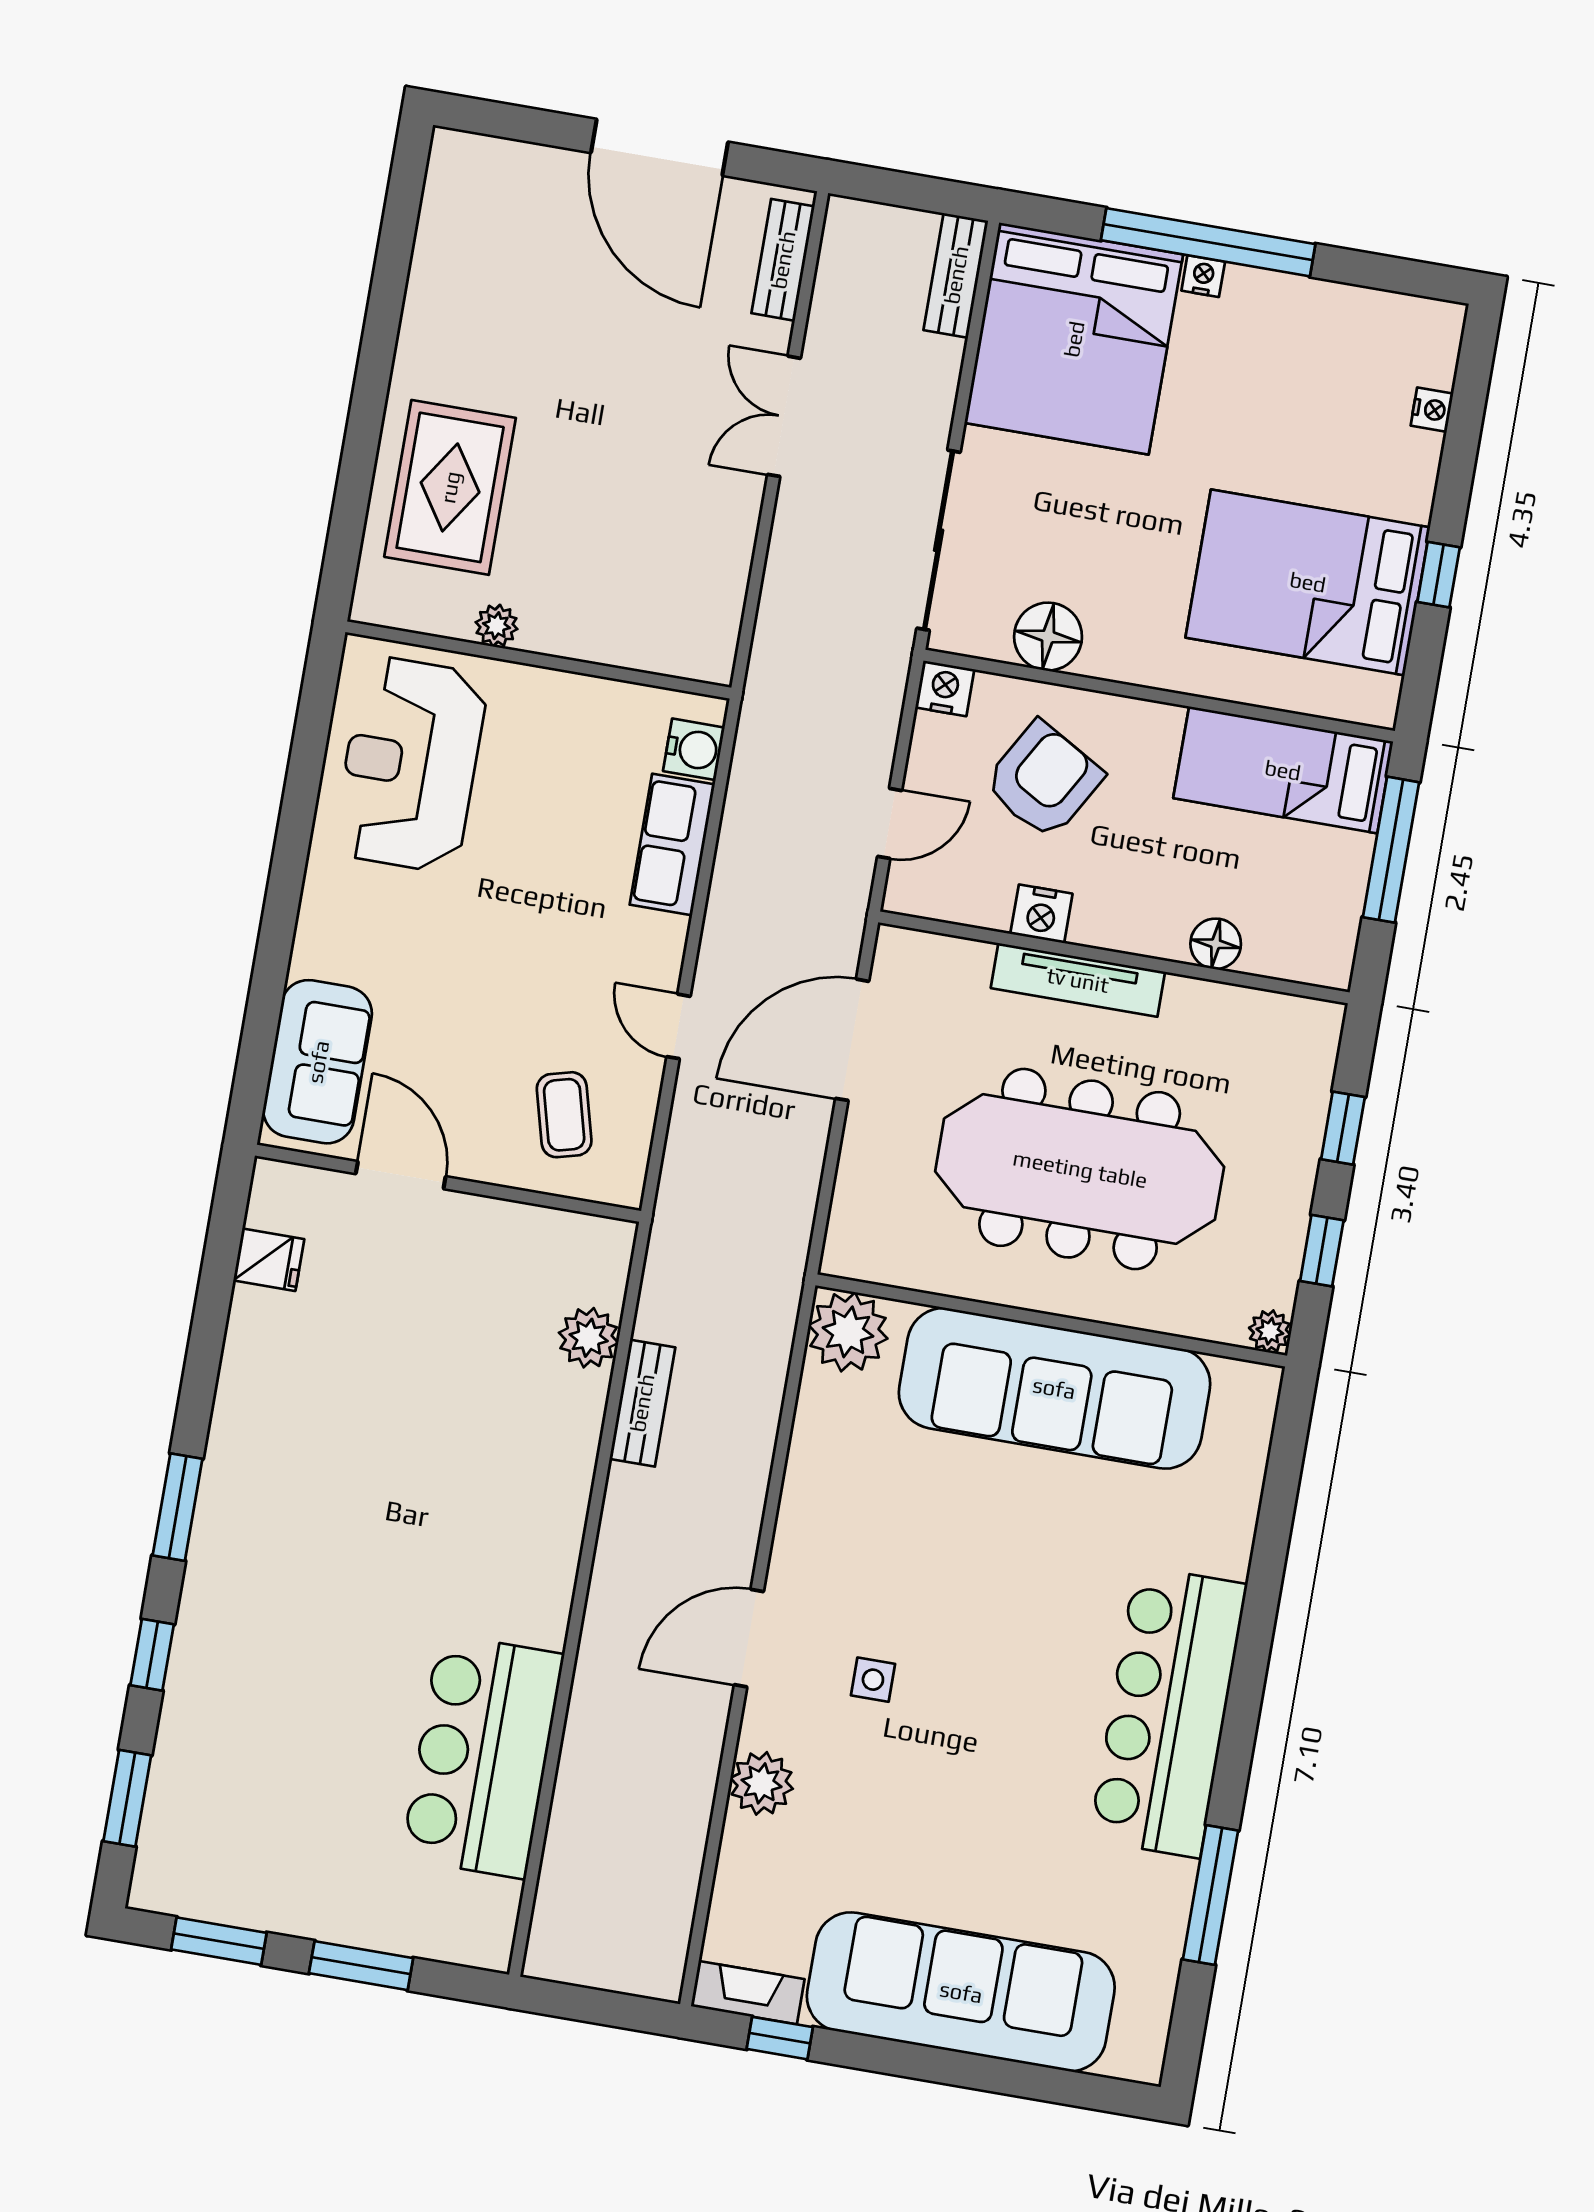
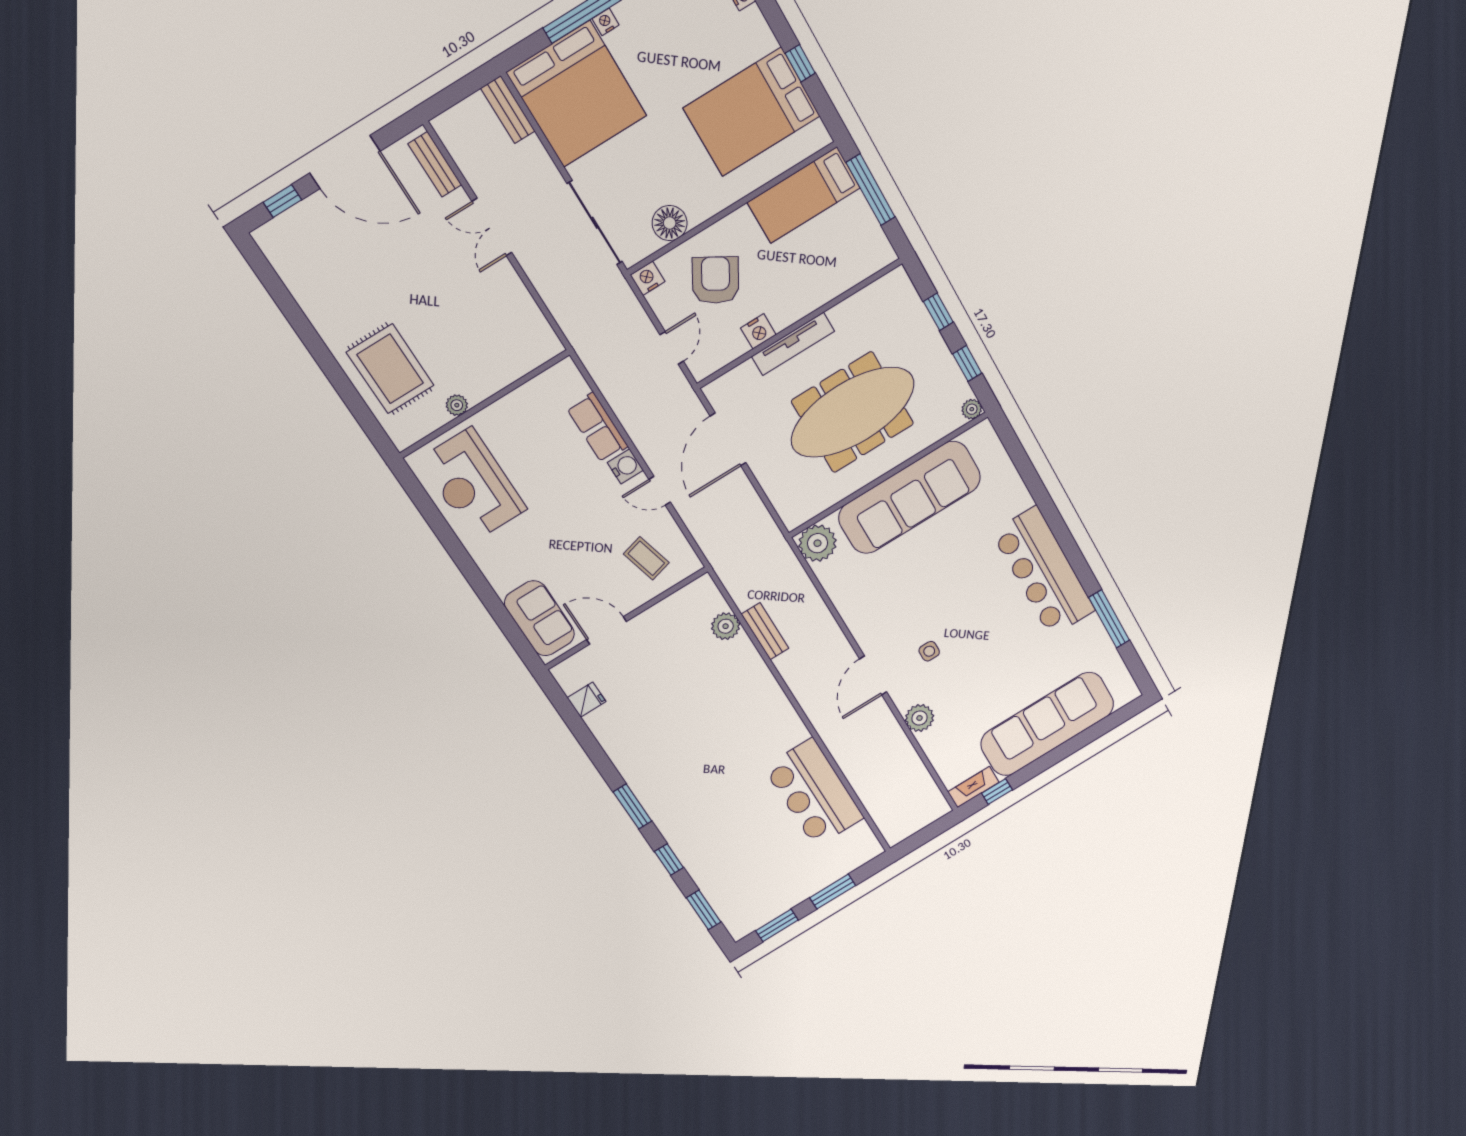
window: (522, 124) -> (282, 201), added
water cooler: (694, 749) -> (625, 466), moved
floor lamp: (1216, 944) -> (834, 285), removed

